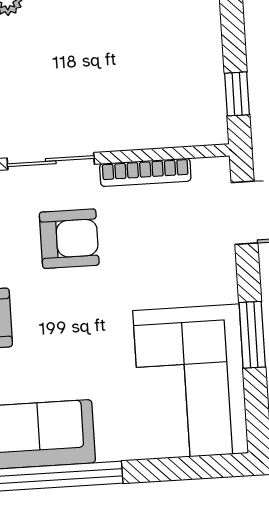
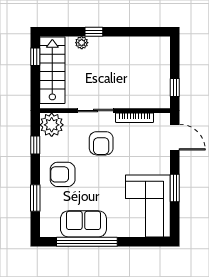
armchair: (69, 239) -> (101, 143), turned 90

